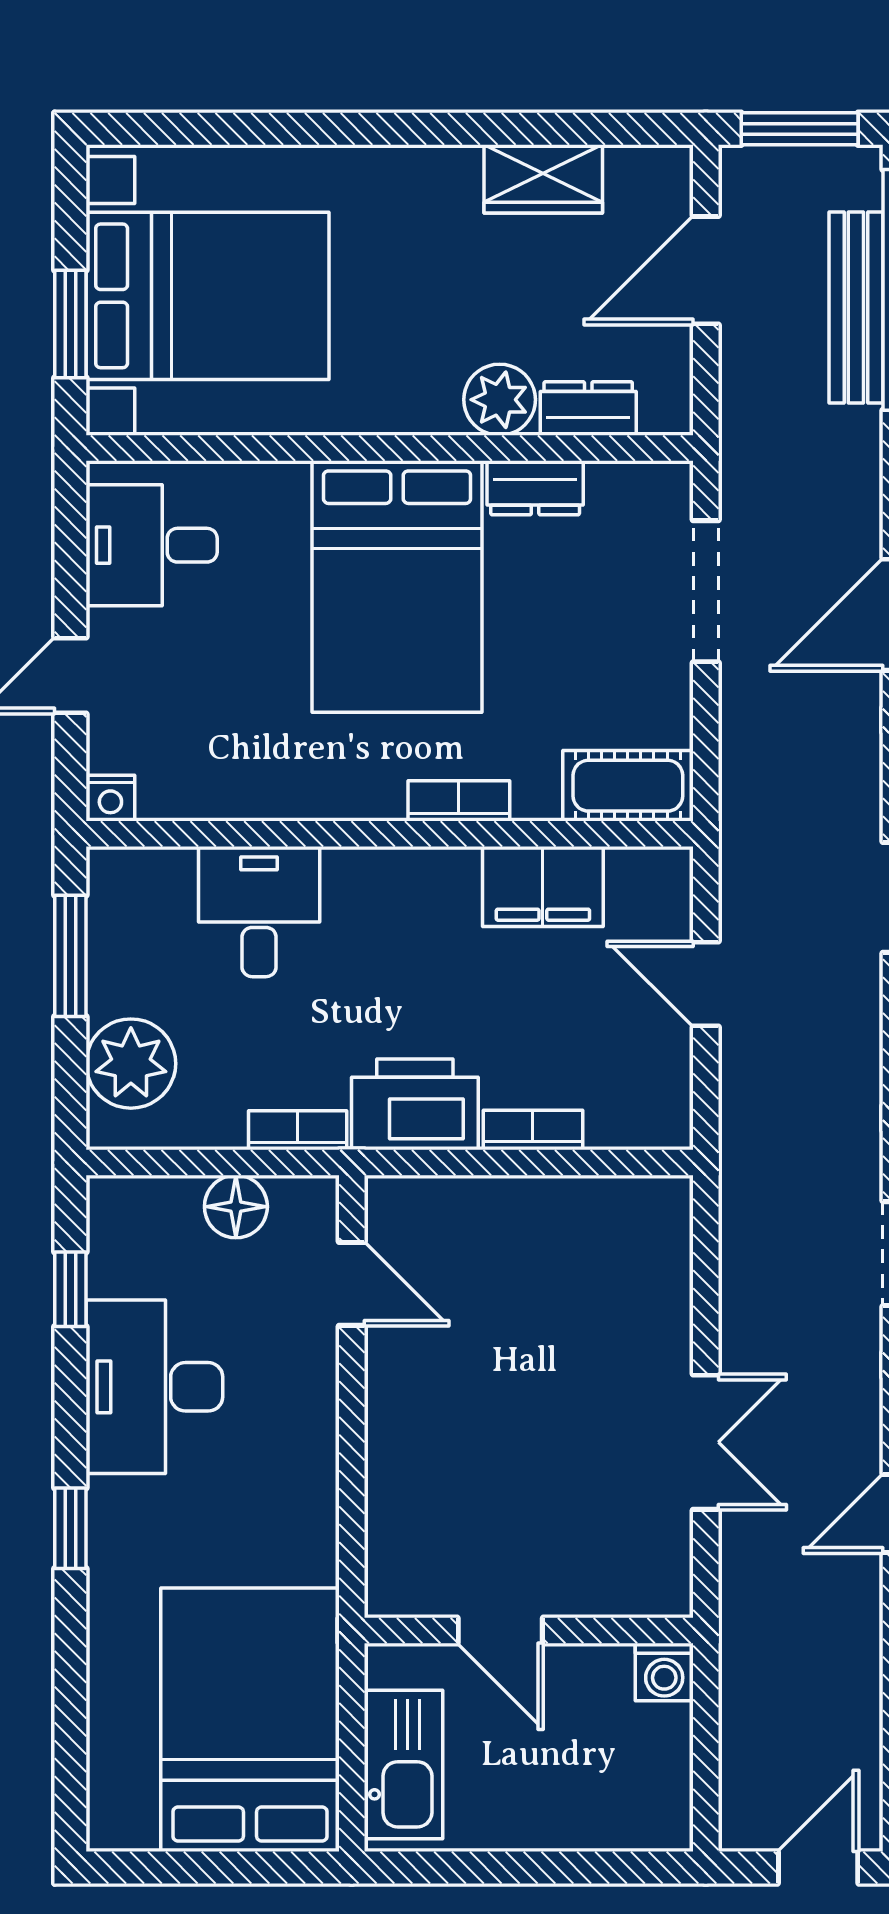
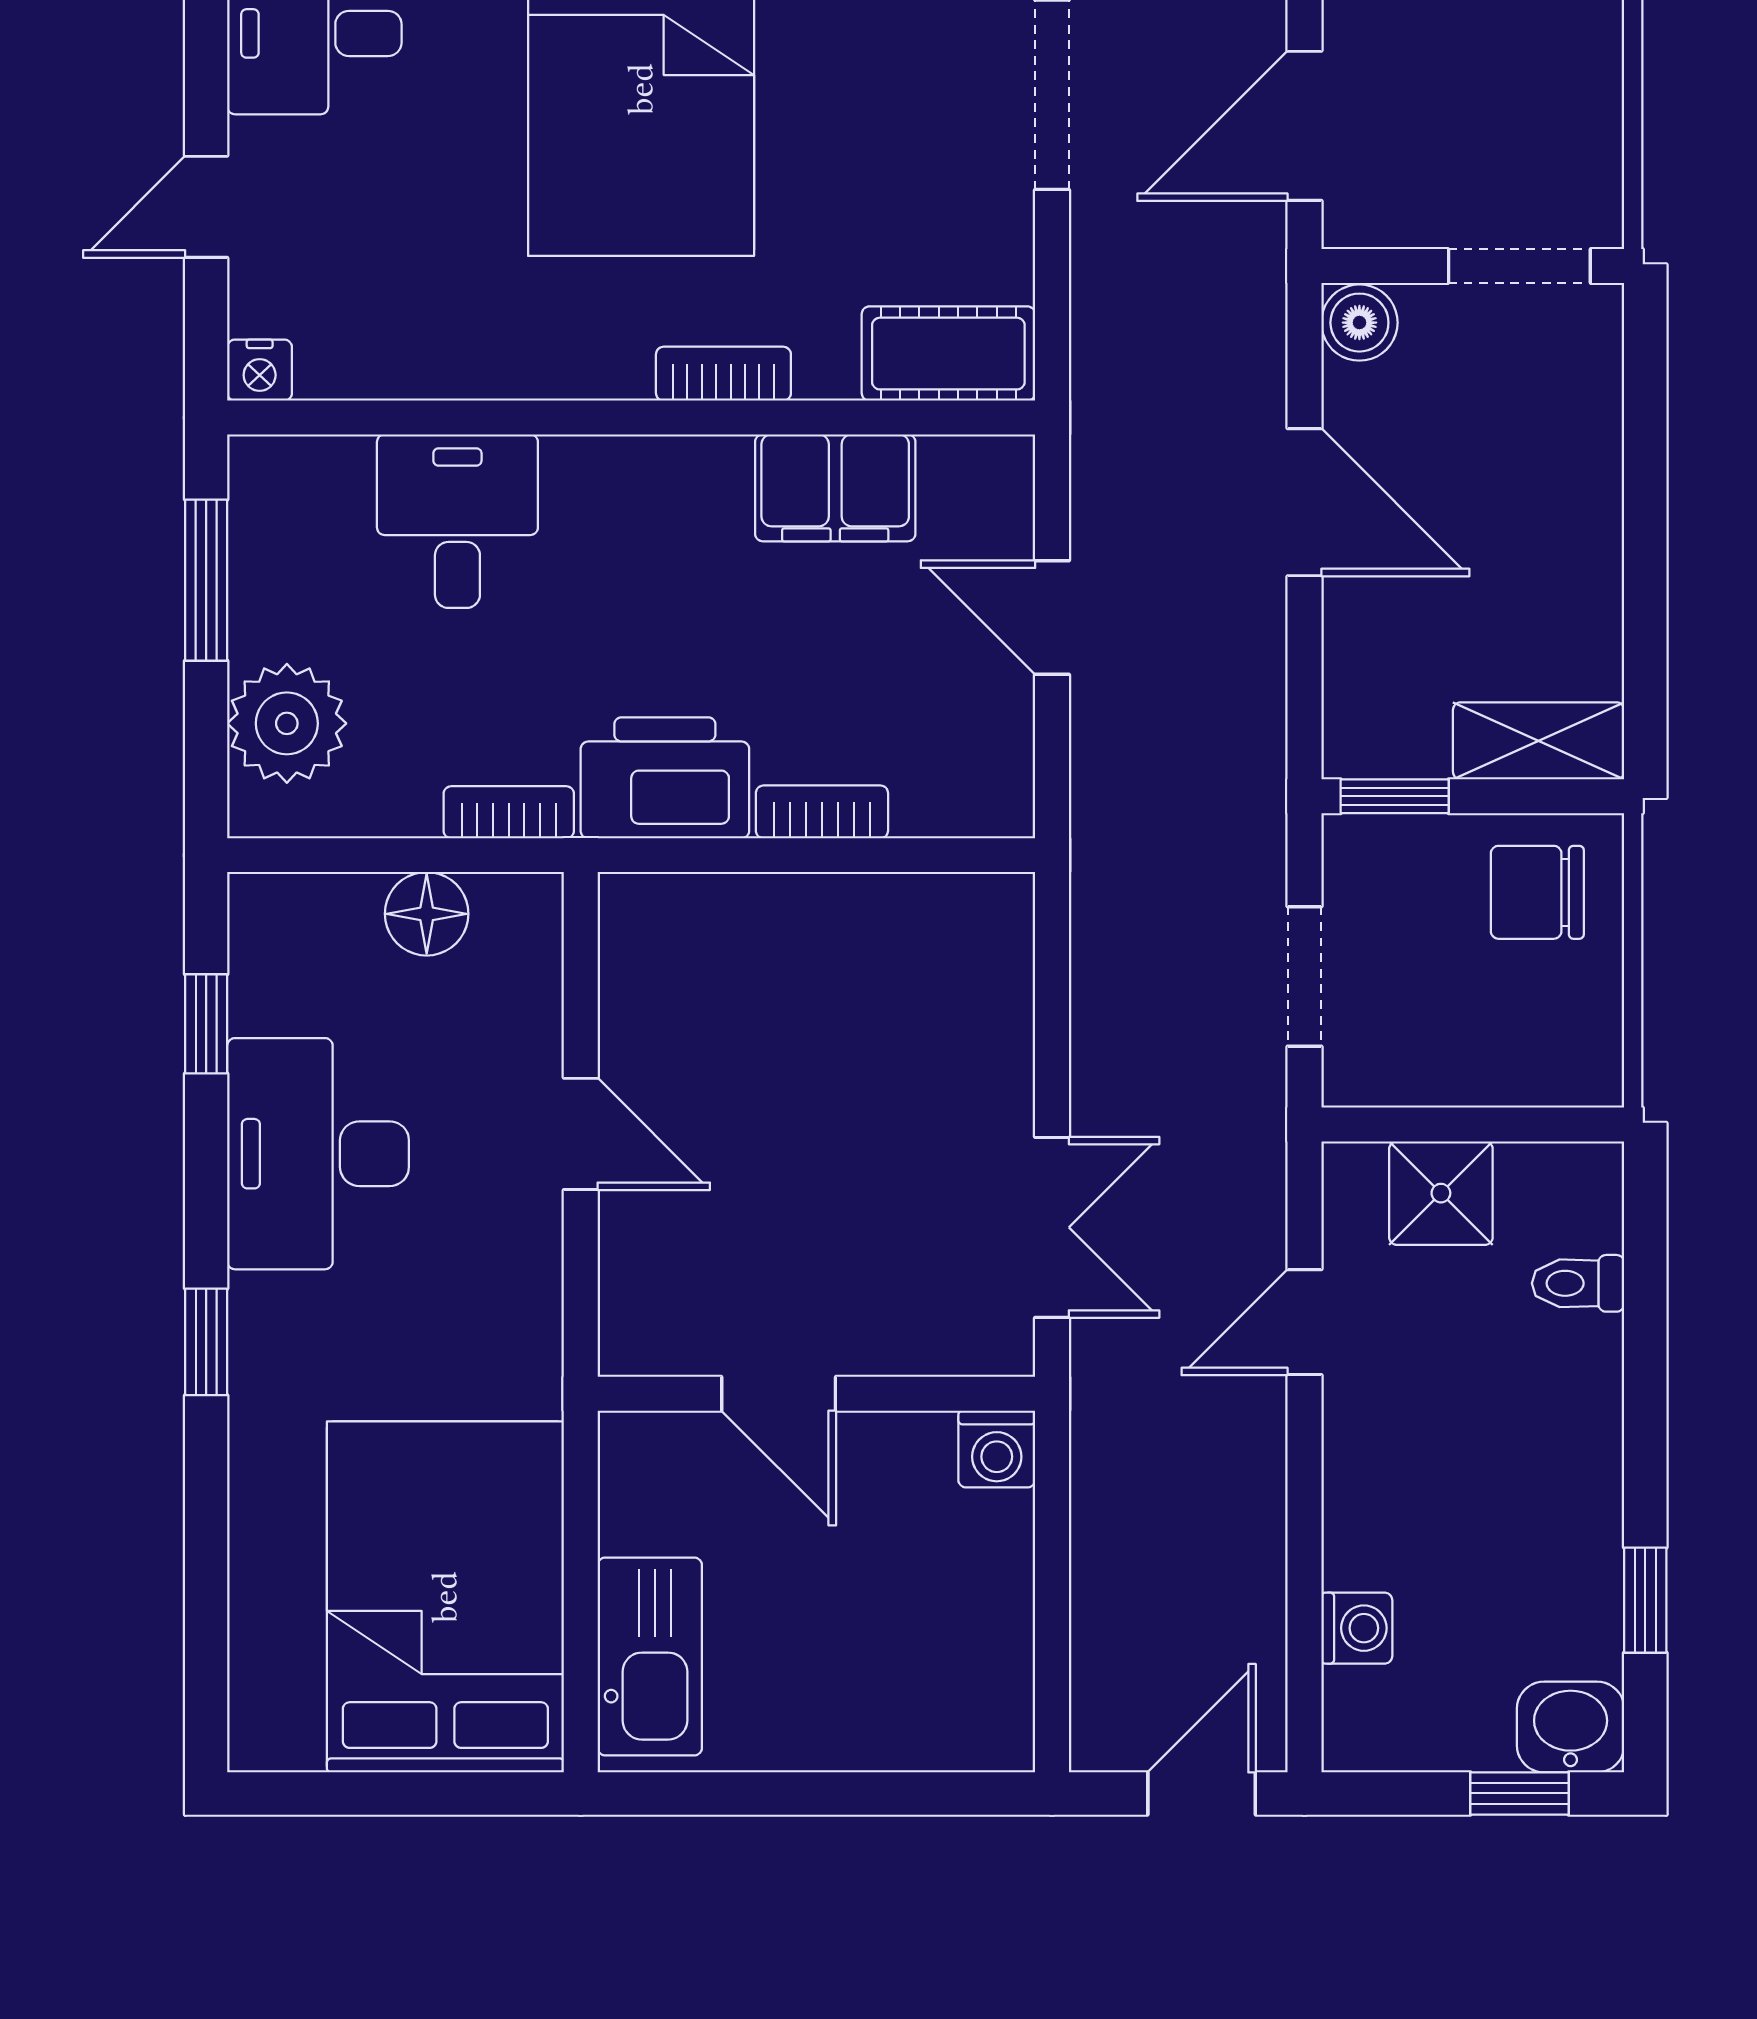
door: (352, 1284) -> (581, 1134), moved
door: (500, 1630) -> (779, 1394), moved
wall: (529, 1630) -> (816, 1394), moved
washing machine: (664, 1672) -> (997, 1449), moved

